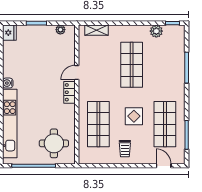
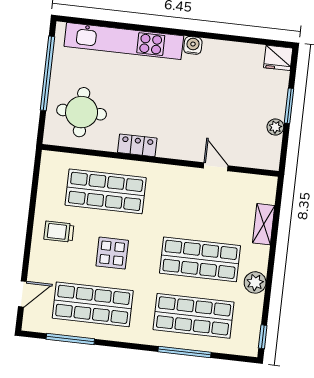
plant: (60, 30) -> (275, 127), moved
shelving: (96, 30) -> (264, 224), moved
plant: (156, 31) -> (255, 282), moved
shop shelf: (165, 65) -> (194, 316), added
door: (77, 72) -> (216, 167), moved
locker: (70, 92) -> (137, 145), moved

